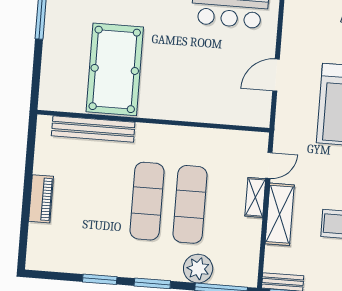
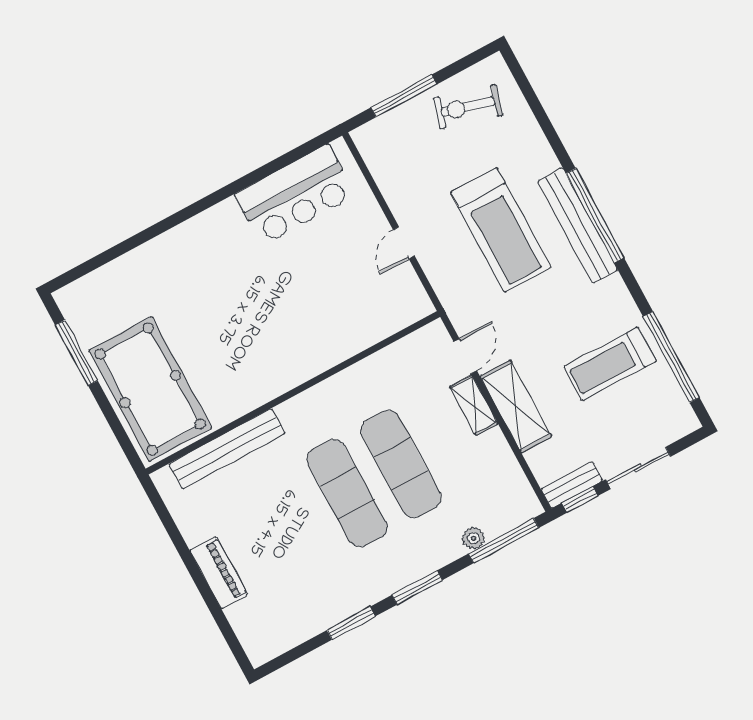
pool table: (115, 69) -> (150, 389), moved
door: (276, 75) -> (404, 243), width x0.73
plant: (198, 269) -> (473, 538), width x0.53, depth x0.53

